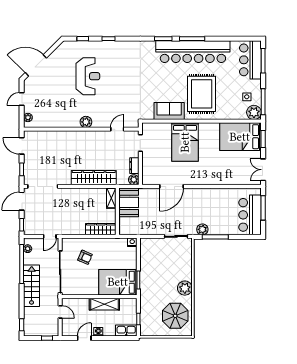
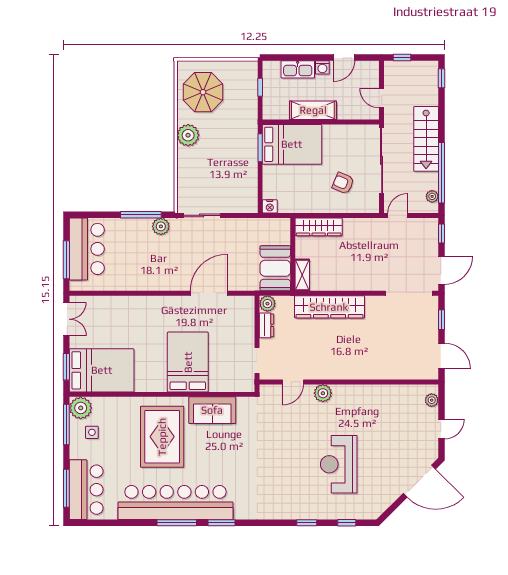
plant: (86, 122) -> (323, 393), moved
kitchen sink: (126, 331) -> (298, 69), moved

